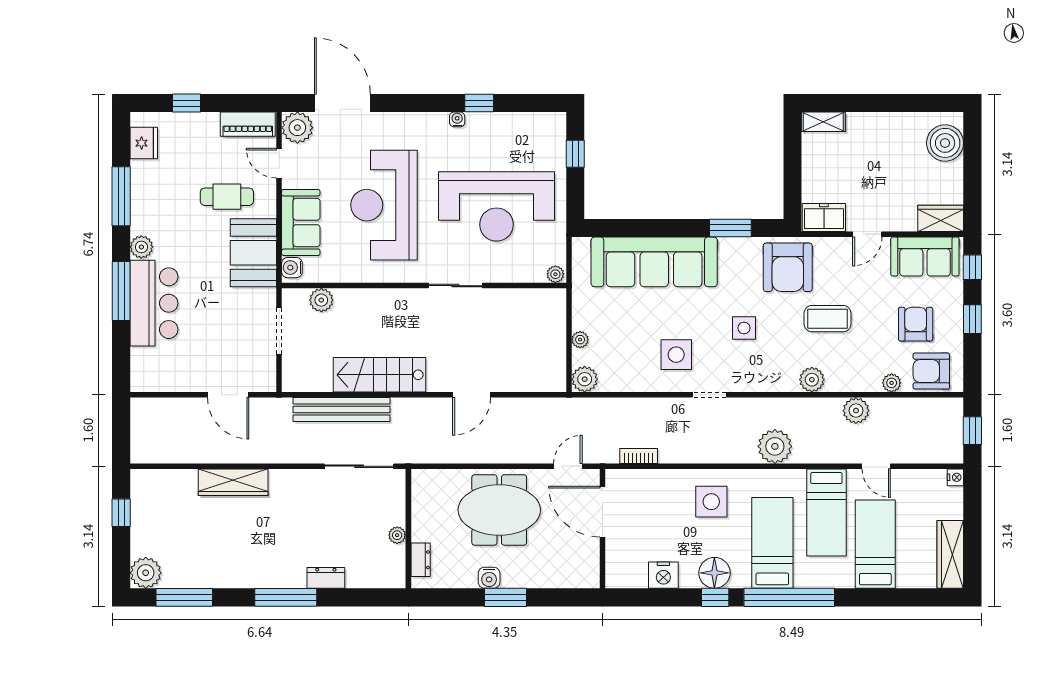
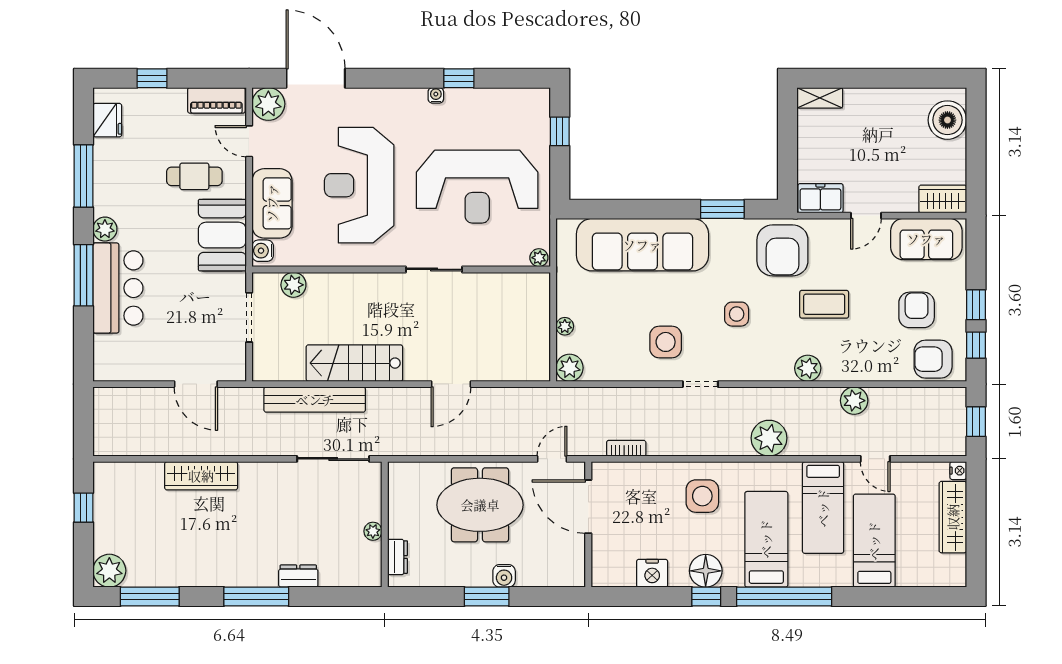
window: (972, 267) -> (976, 345), moved
plant: (892, 383) -> (891, 372), removed
wardrobe: (950, 554) -> (953, 517), moved
water cooler: (489, 578) -> (504, 576), moved

